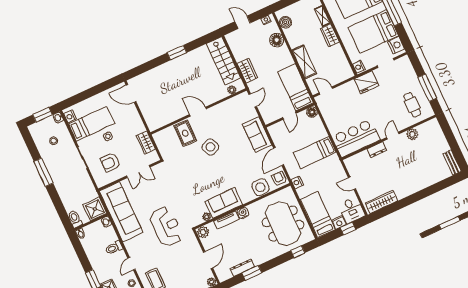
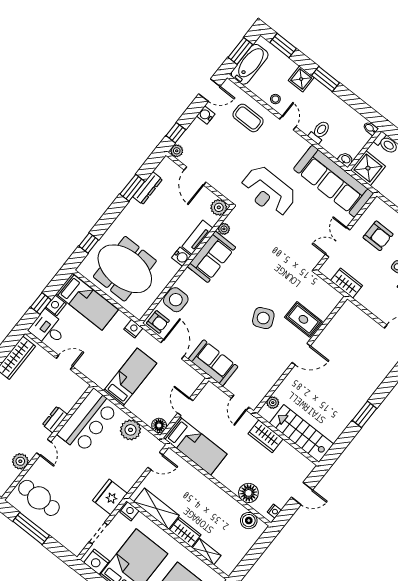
shelving: (304, 62) -> (156, 509), moved
cafe table: (412, 105) -> (39, 498), width x1.37, depth x1.35
plant: (332, 119) -> (131, 430), added
armchair: (110, 162) -> (378, 236), turned 90

